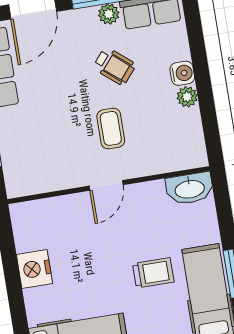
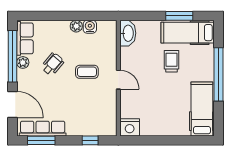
water cooler: (182, 73) -> (90, 27), moved
nightstand: (34, 269) -> (130, 127), moved

